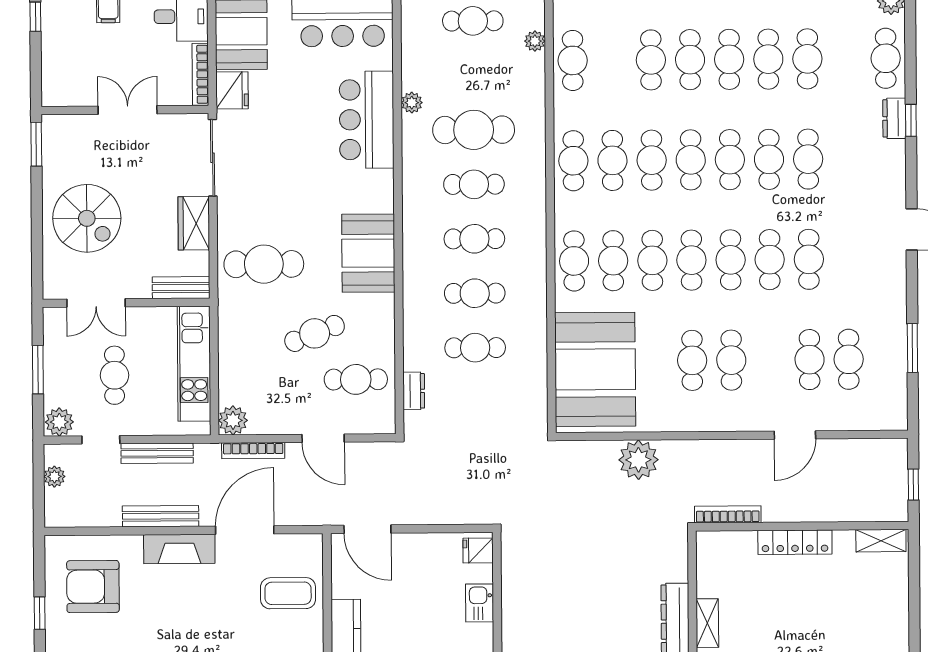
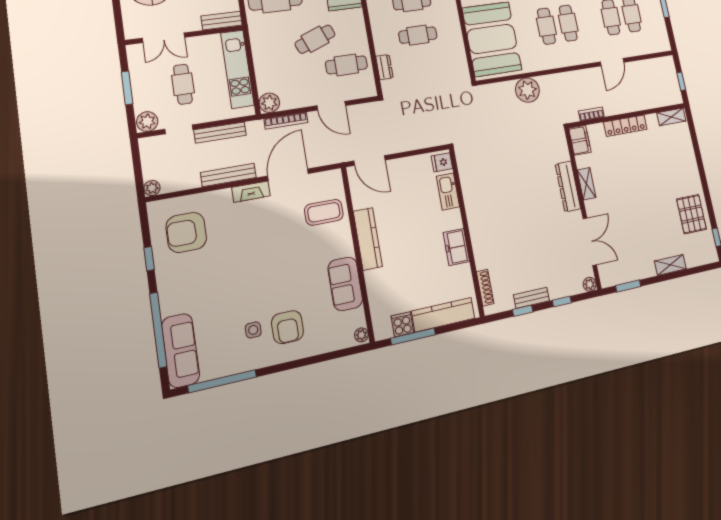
plant: (54, 477) -> (152, 188), moved
bookcase: (728, 514) -> (591, 114), width x0.64
fireplace: (179, 549) -> (251, 192), width x0.73, depth x0.76
filing cabinet: (711, 553) -> (580, 140), added
kitchen sink: (480, 603) -> (448, 192), width x1.38

